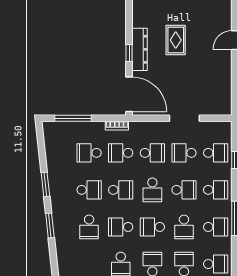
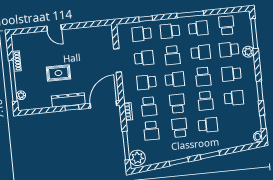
plant: (56, 131) -> (137, 158), added
school desk: (152, 153) -> (146, 82), turned -90
school desk: (184, 153) -> (144, 58), turned -90
school desk: (216, 153) -> (142, 34), turned -90
school desk: (184, 190) -> (172, 55), turned 180
school desk: (216, 190) -> (170, 31), turned -90
school desk: (216, 227) -> (198, 28), turned 90

